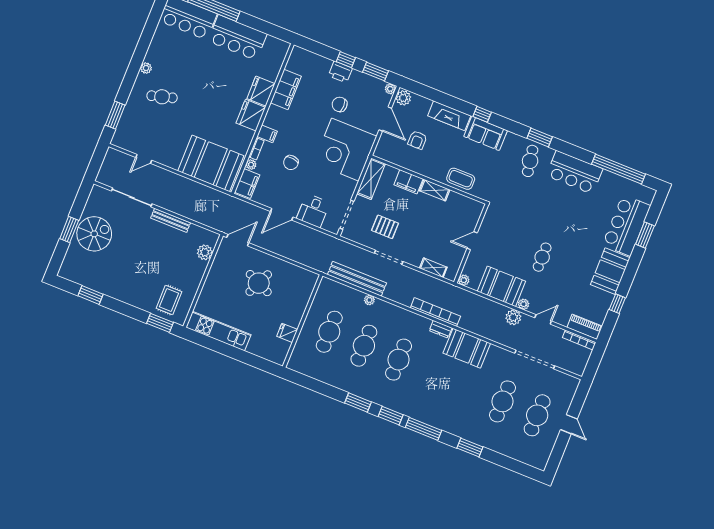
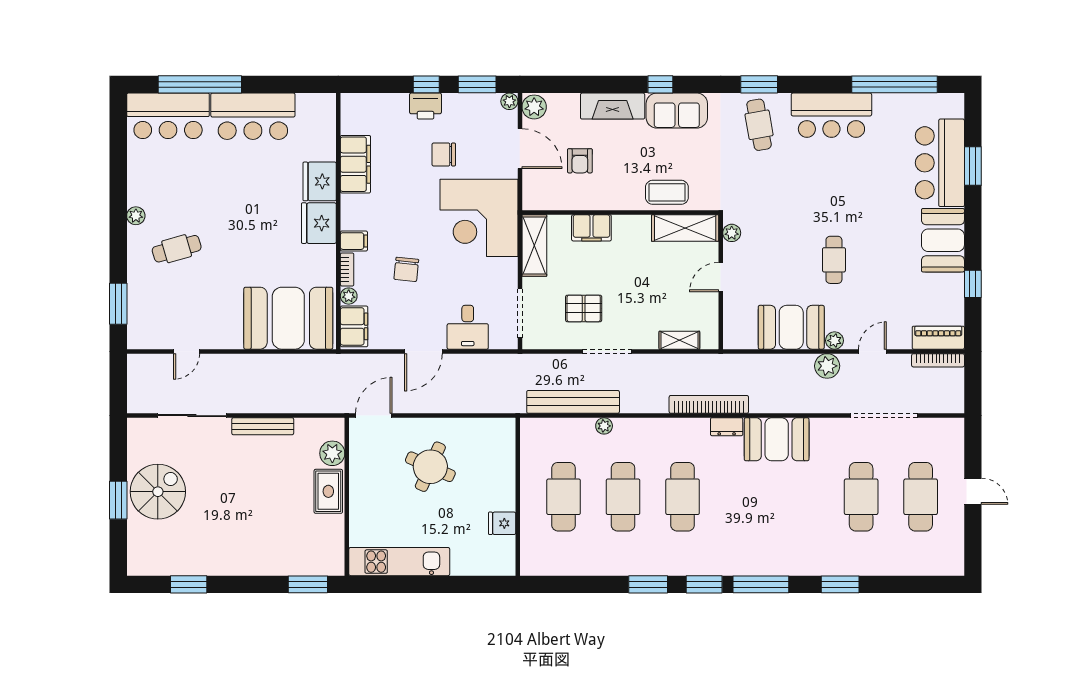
shelving: (435, 190) -> (685, 228), moved, width x1.50, depth x1.33
plant: (464, 280) -> (732, 233), moved
rug: (169, 300) -> (328, 491), moved

